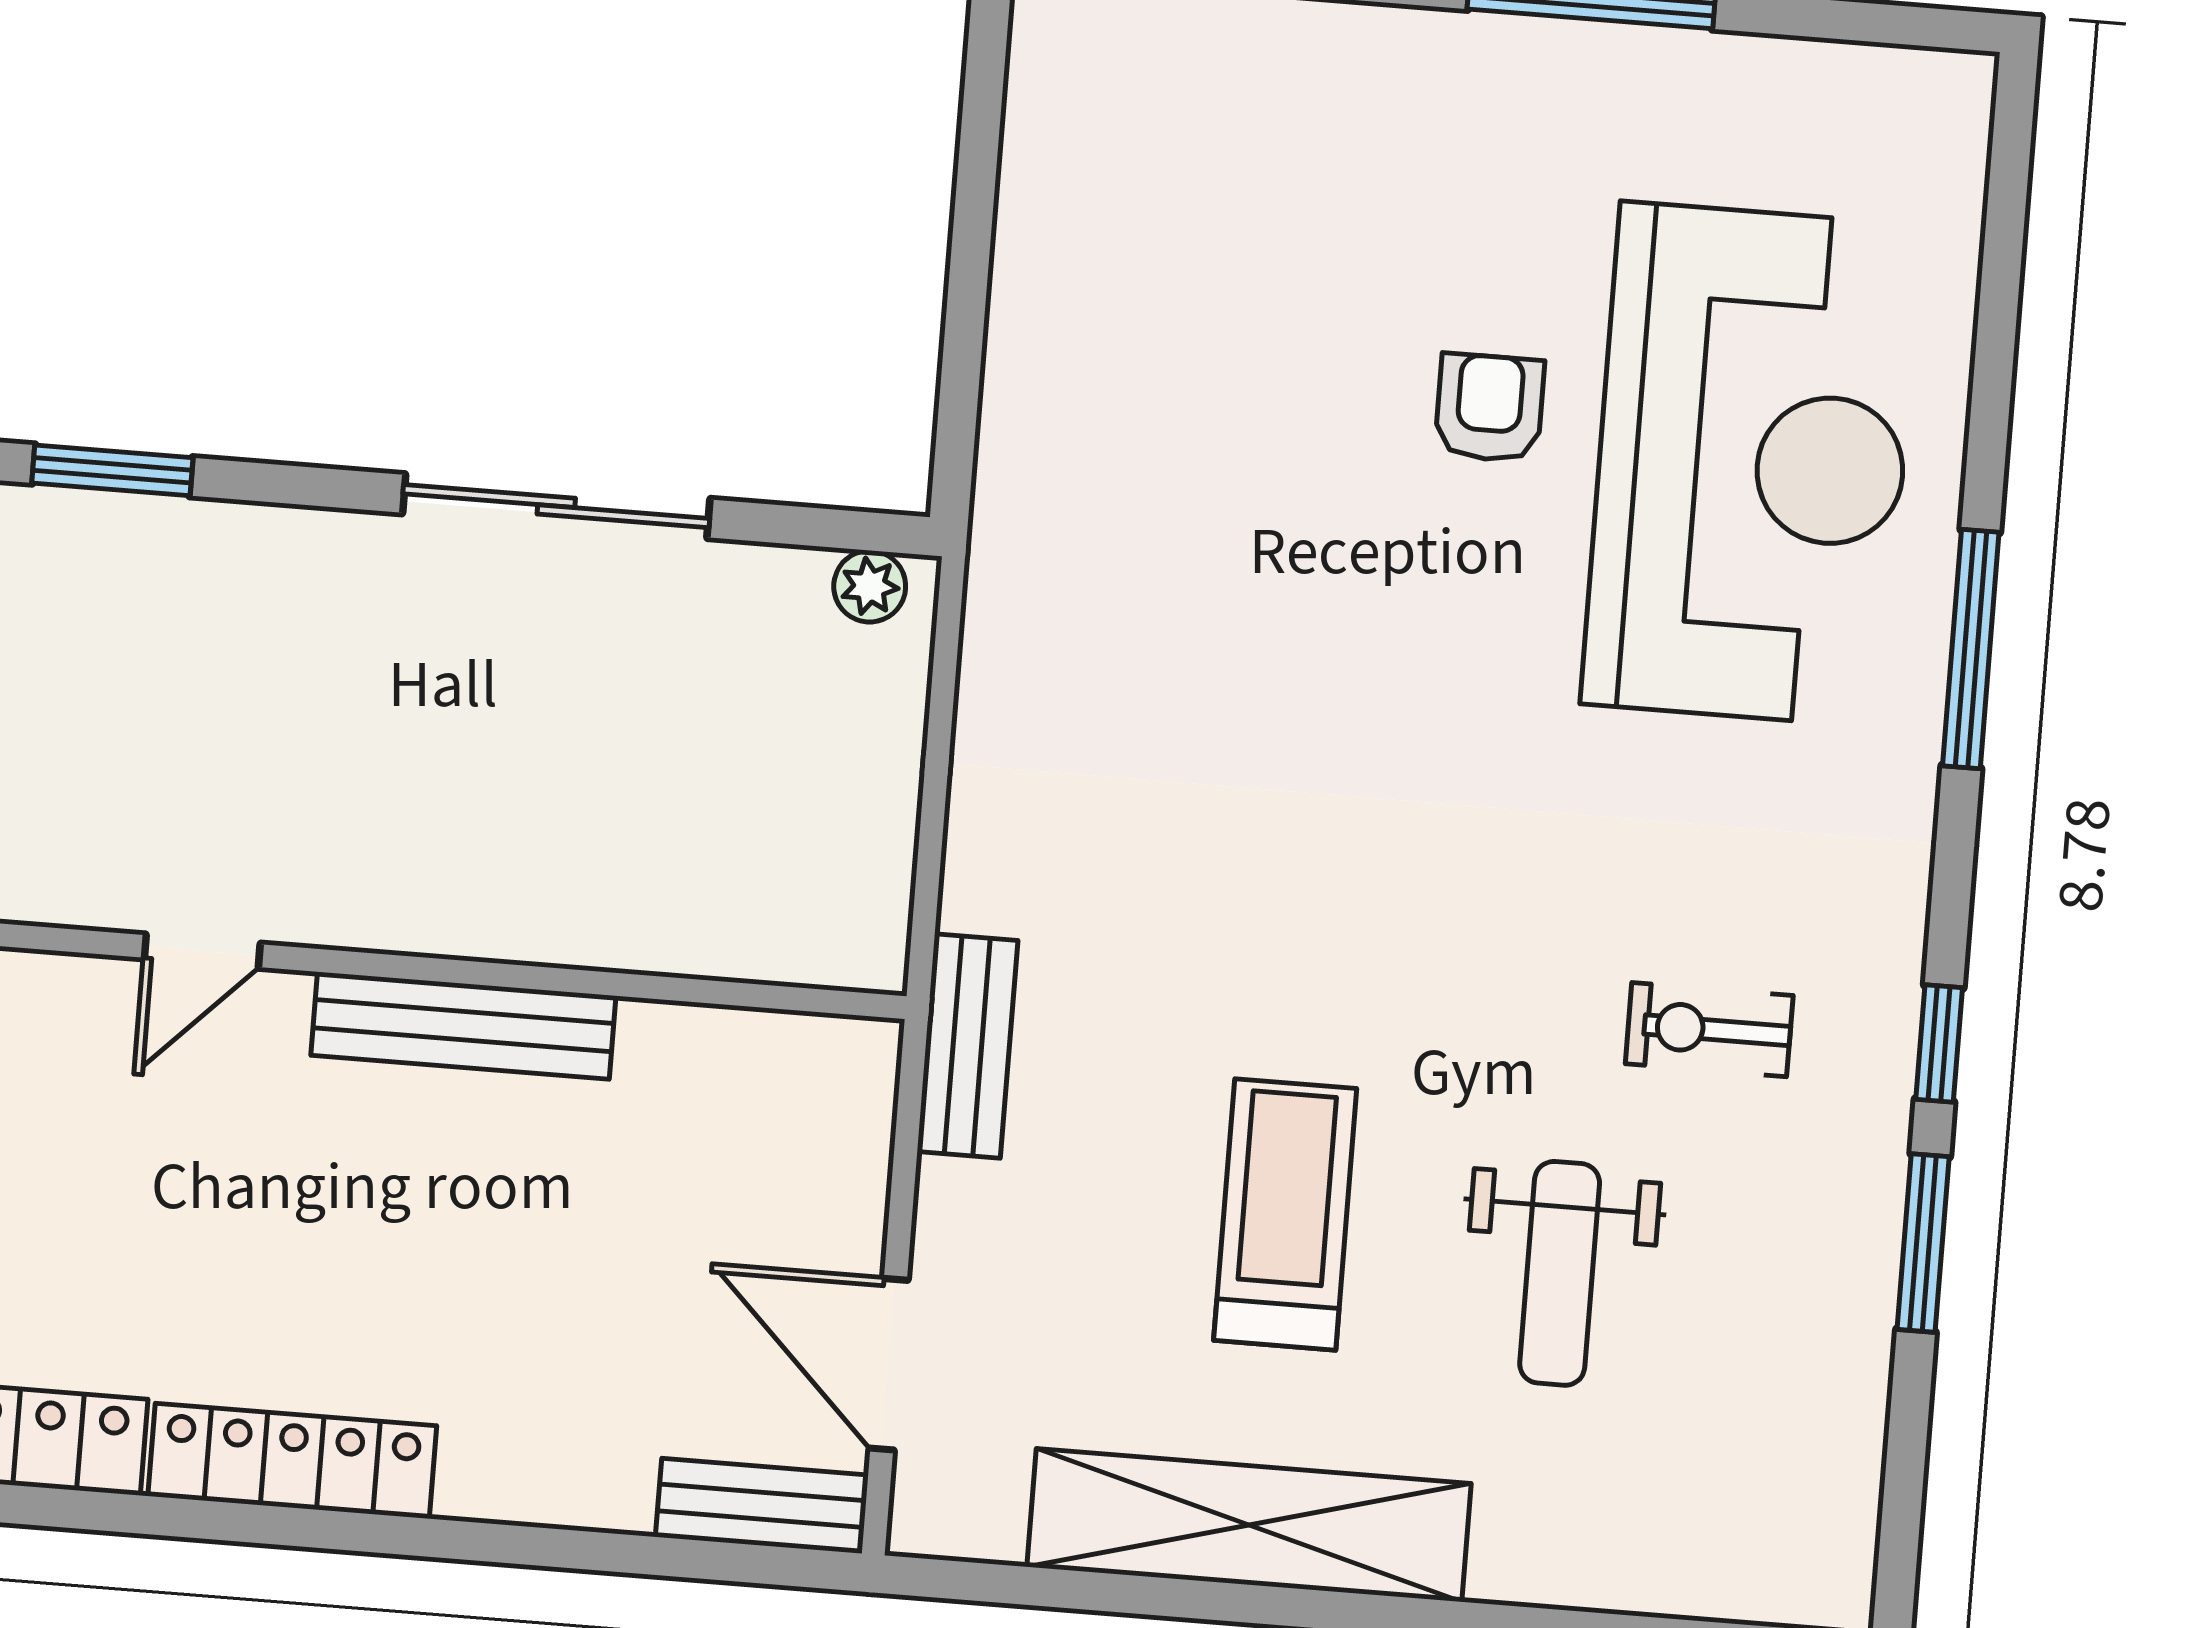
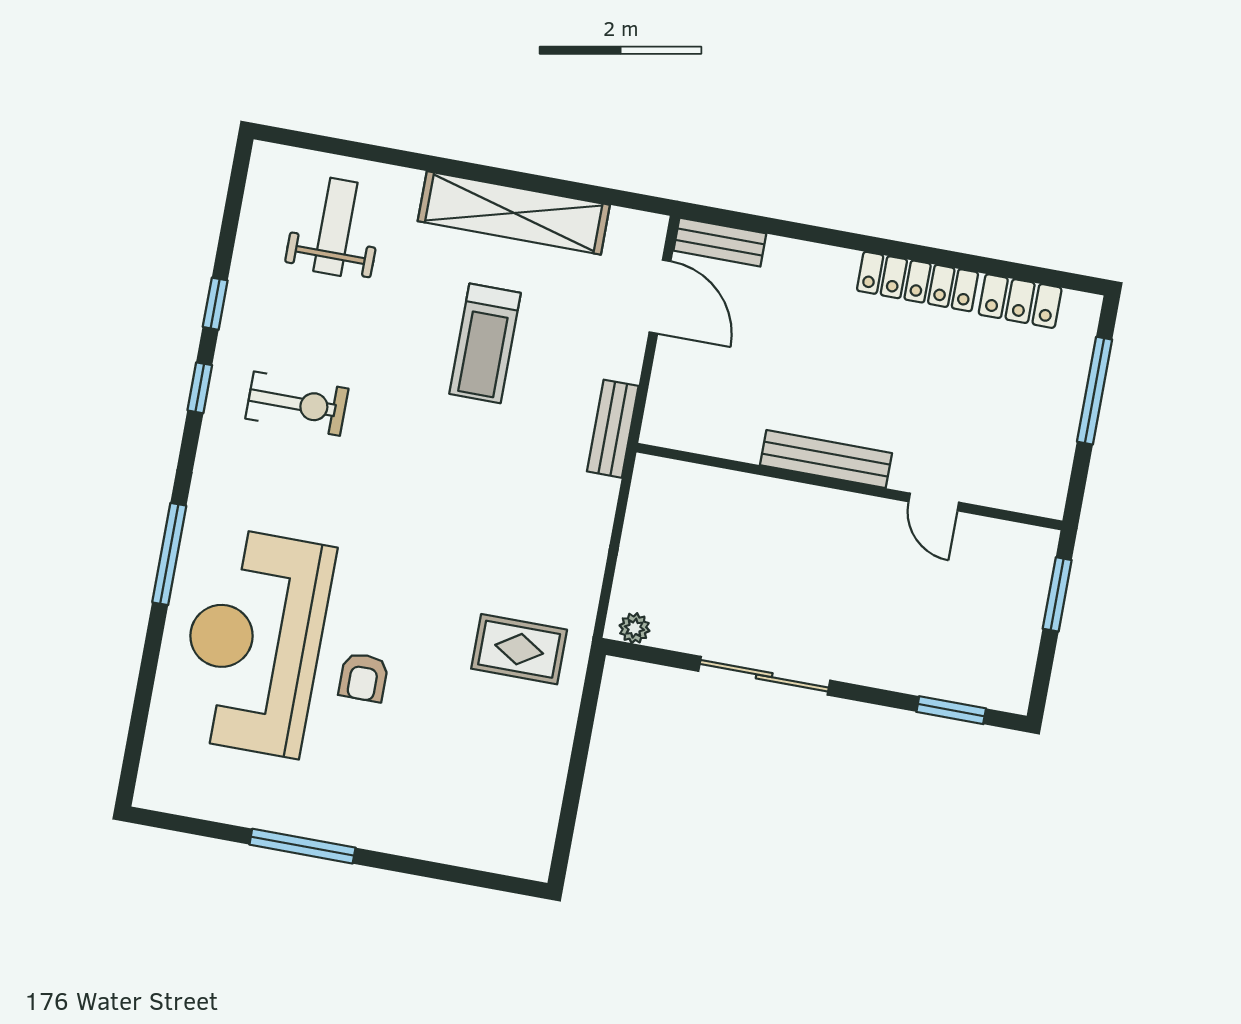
rug: (1133, 510) -> (519, 649), added
door: (202, 951) -> (934, 502), swing flipped
exercise bike: (1709, 1030) -> (297, 404), width x1.38, depth x1.39
window: (1923, 1243) -> (215, 304), width x0.67
weight bench: (1560, 1273) -> (335, 227), moved

